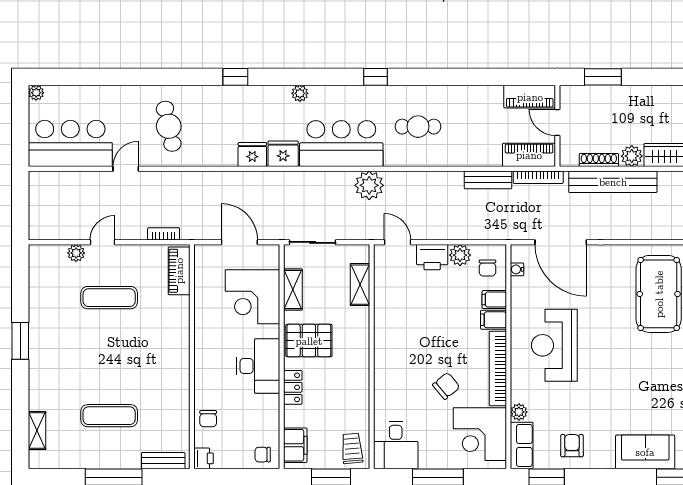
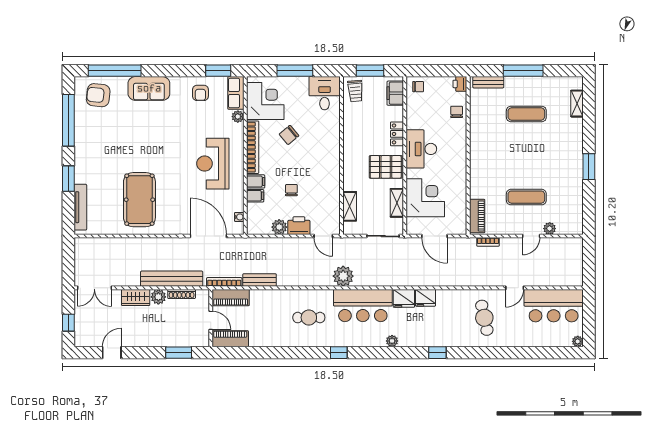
chair: (487, 268) -> (291, 190), moved
reception desk: (554, 345) -> (213, 164), turned 180

